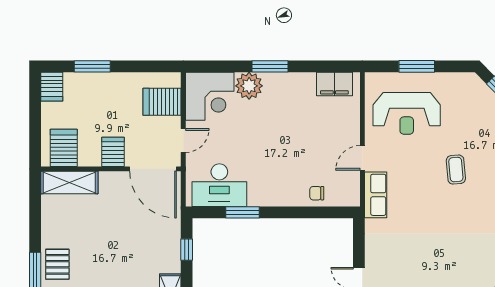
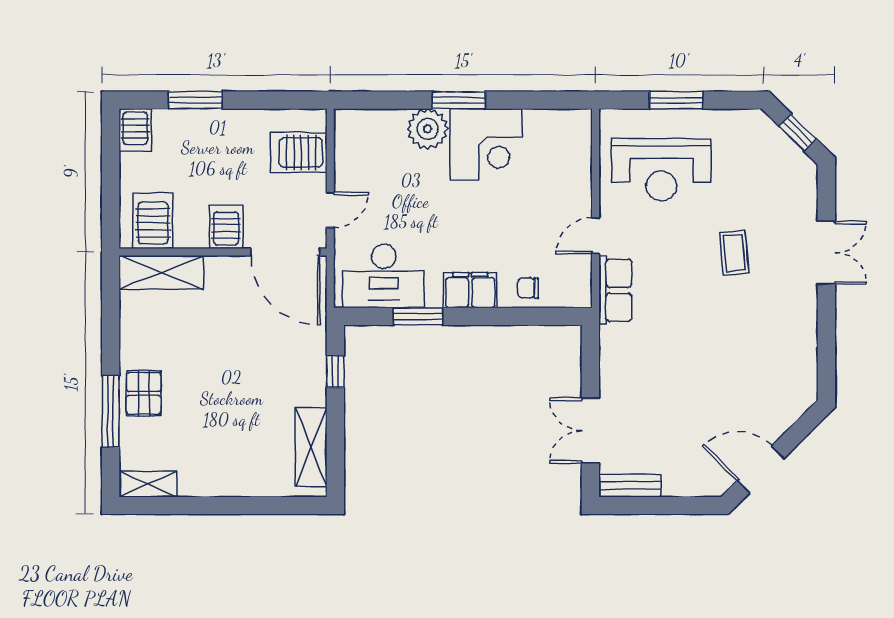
filing cabinet: (334, 84) -> (470, 290), moved, turned 180
corner desk: (210, 96) -> (486, 144), moved

